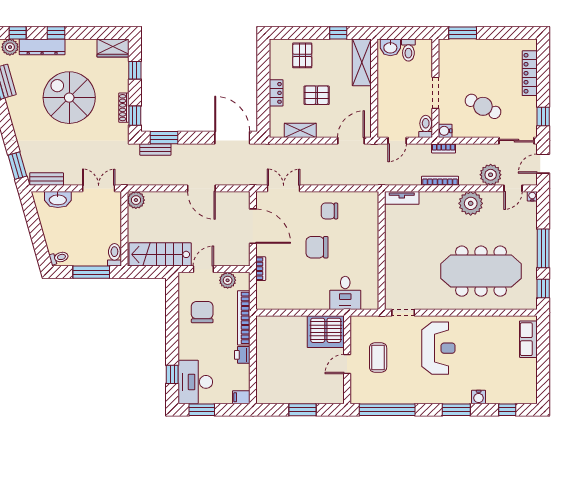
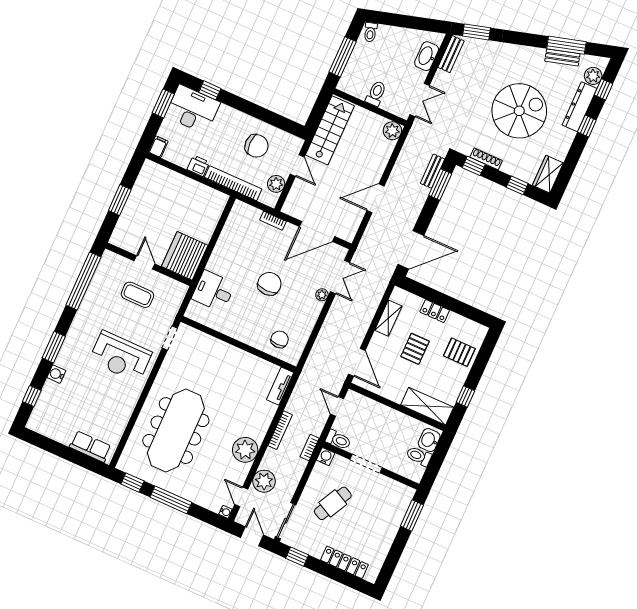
plant: (306, 197) -> (322, 295), added
chair: (329, 211) -> (280, 339), moved
toilet: (114, 255) -> (376, 93), moved, turned -90

